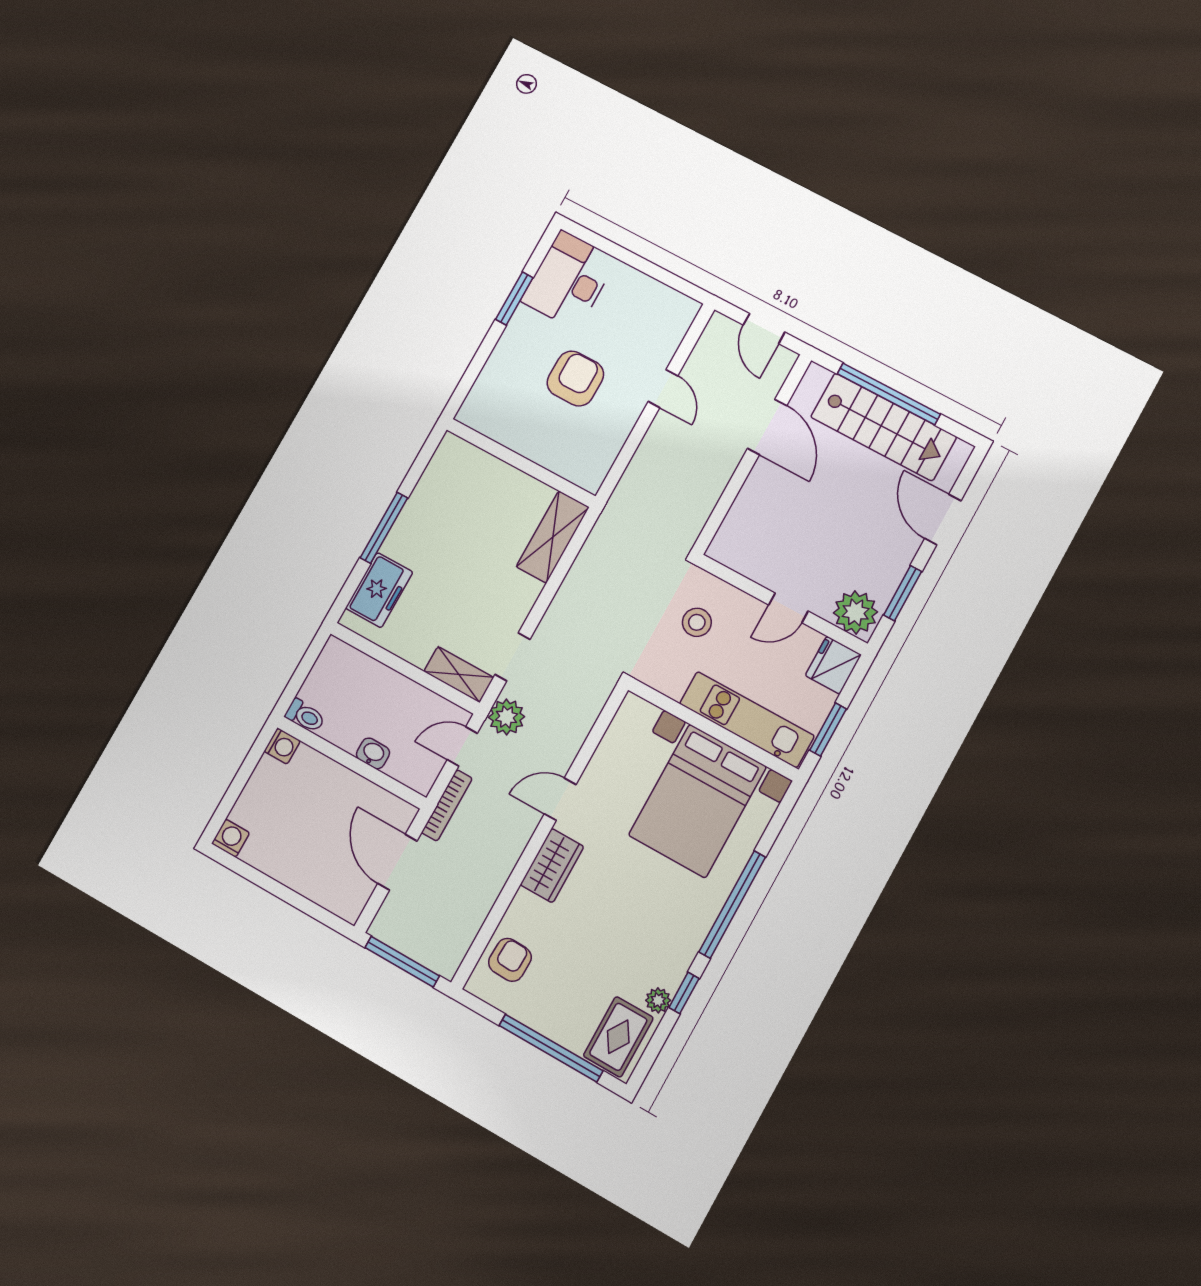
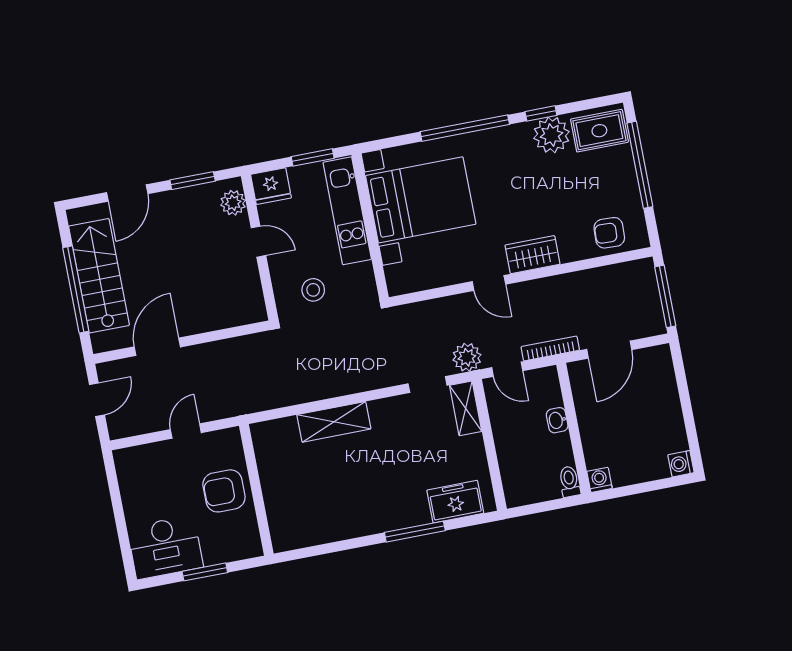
wall: (521, 463) -> (256, 490), moved
plant: (856, 612) -> (233, 203), width x0.73, depth x0.73
plant: (658, 1000) -> (551, 135), width x1.88, depth x1.88

